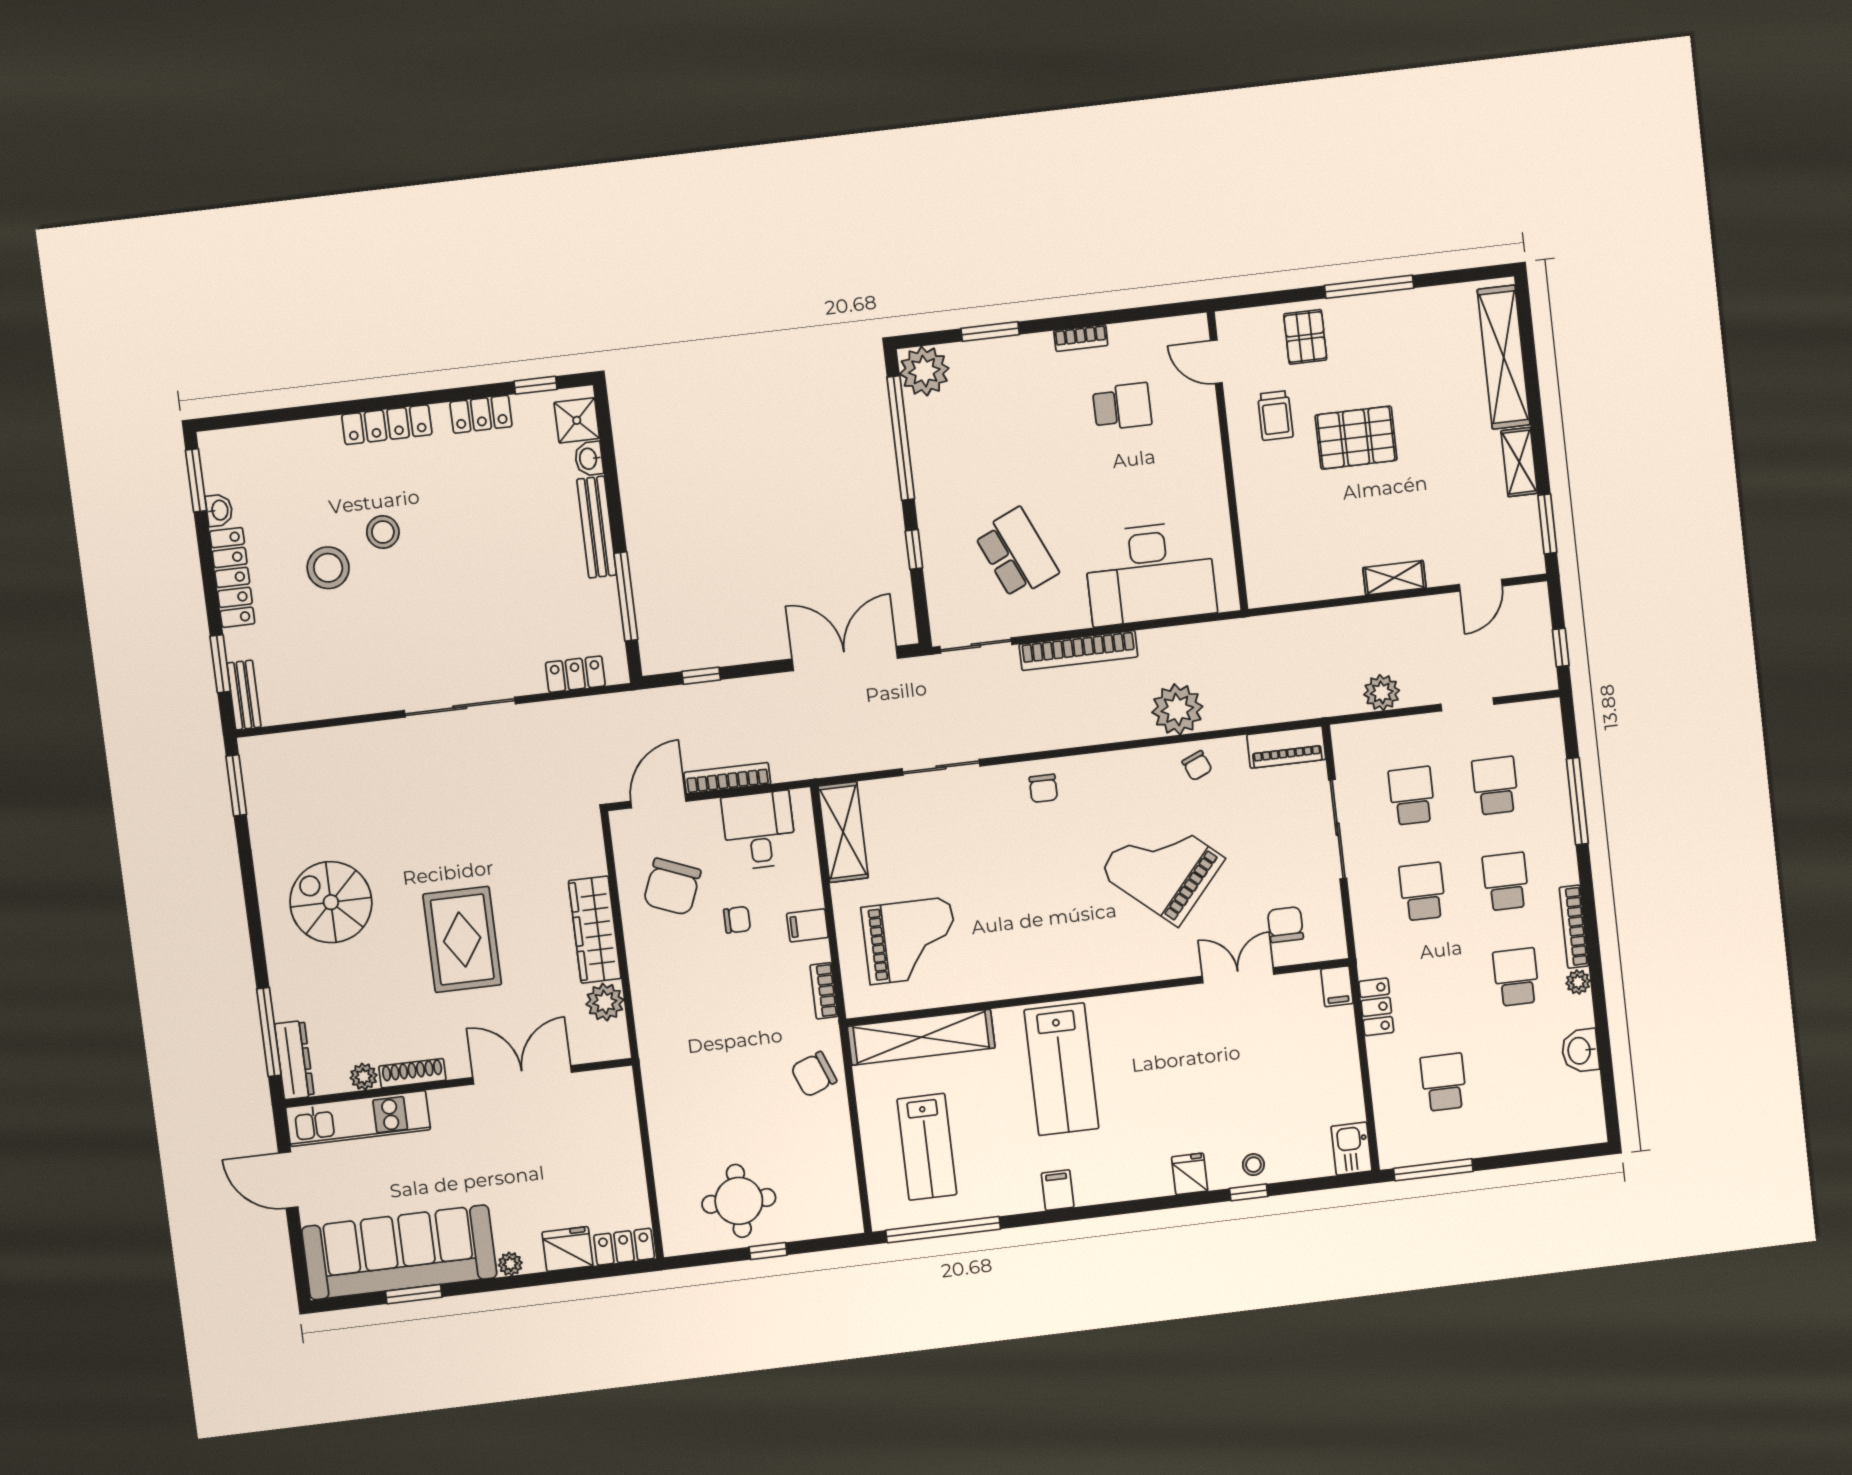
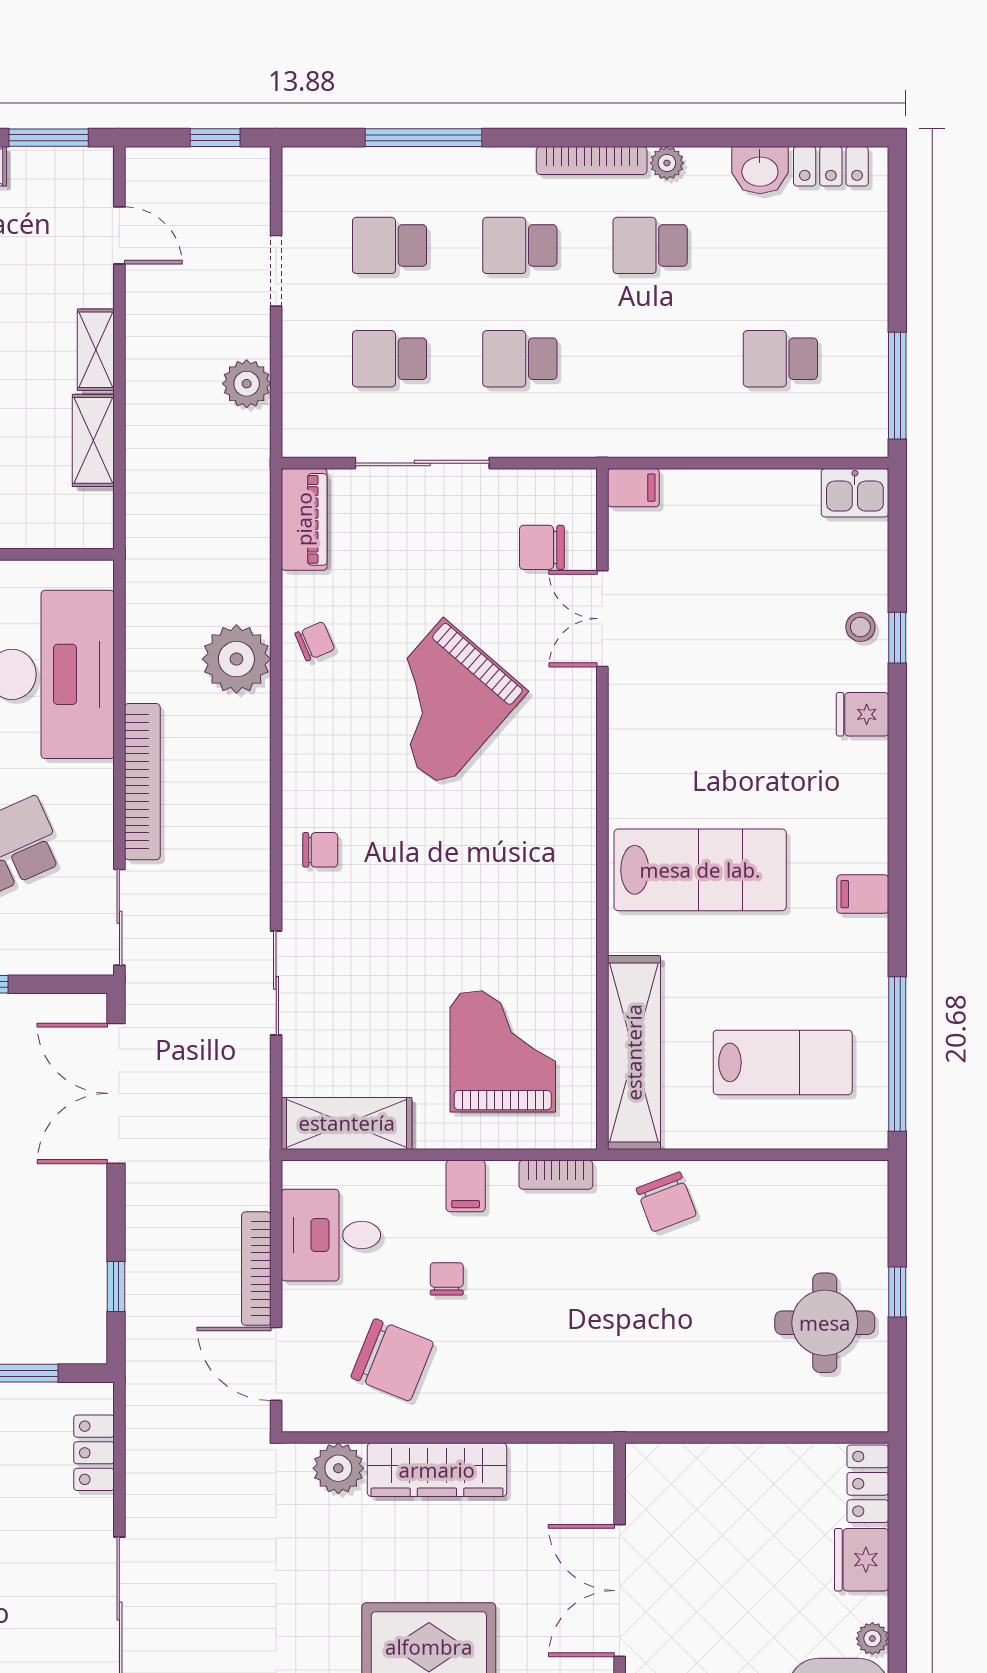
shelving: (1327, 584) -> (93, 440), added
plant: (605, 1002) -> (338, 1468), moved
locker: (1376, 1007) -> (831, 166), moved, turned 180

